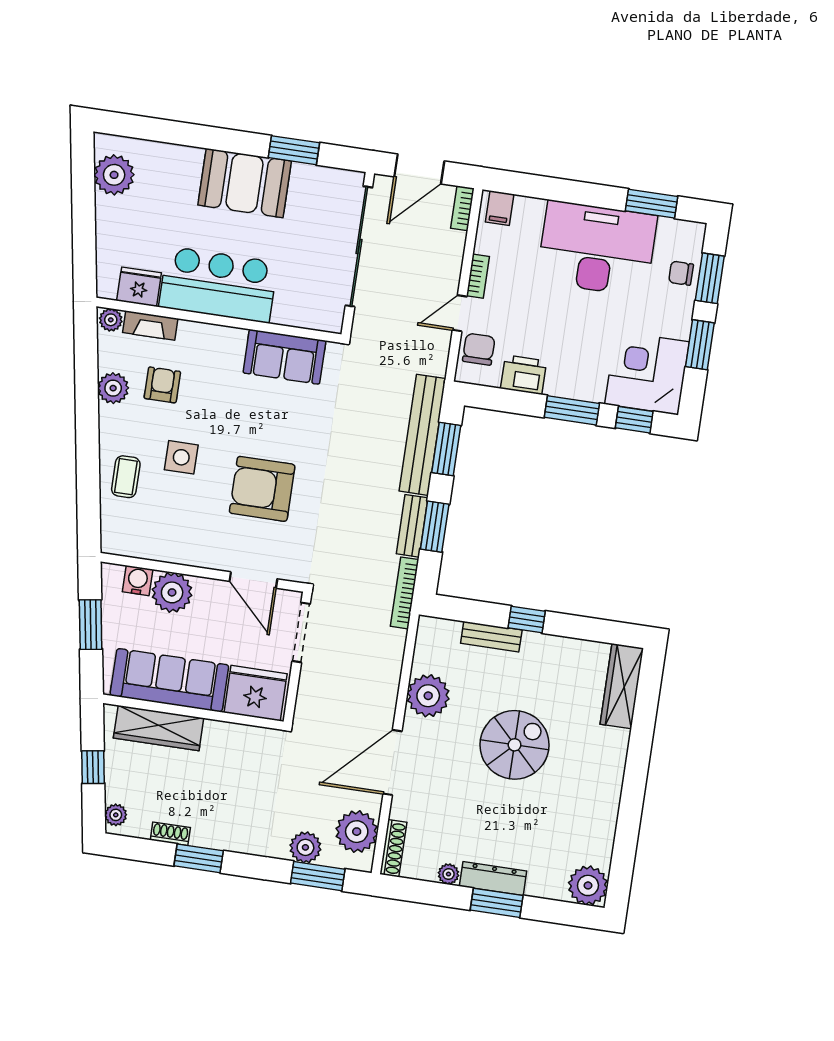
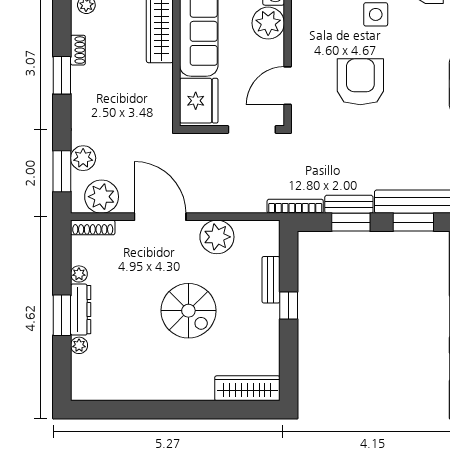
plant: (588, 885) -> (79, 345), moved, width x0.53, depth x0.53

